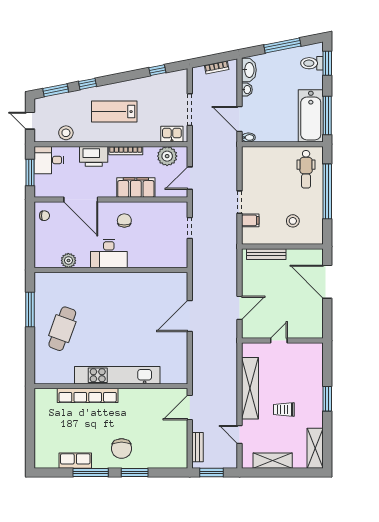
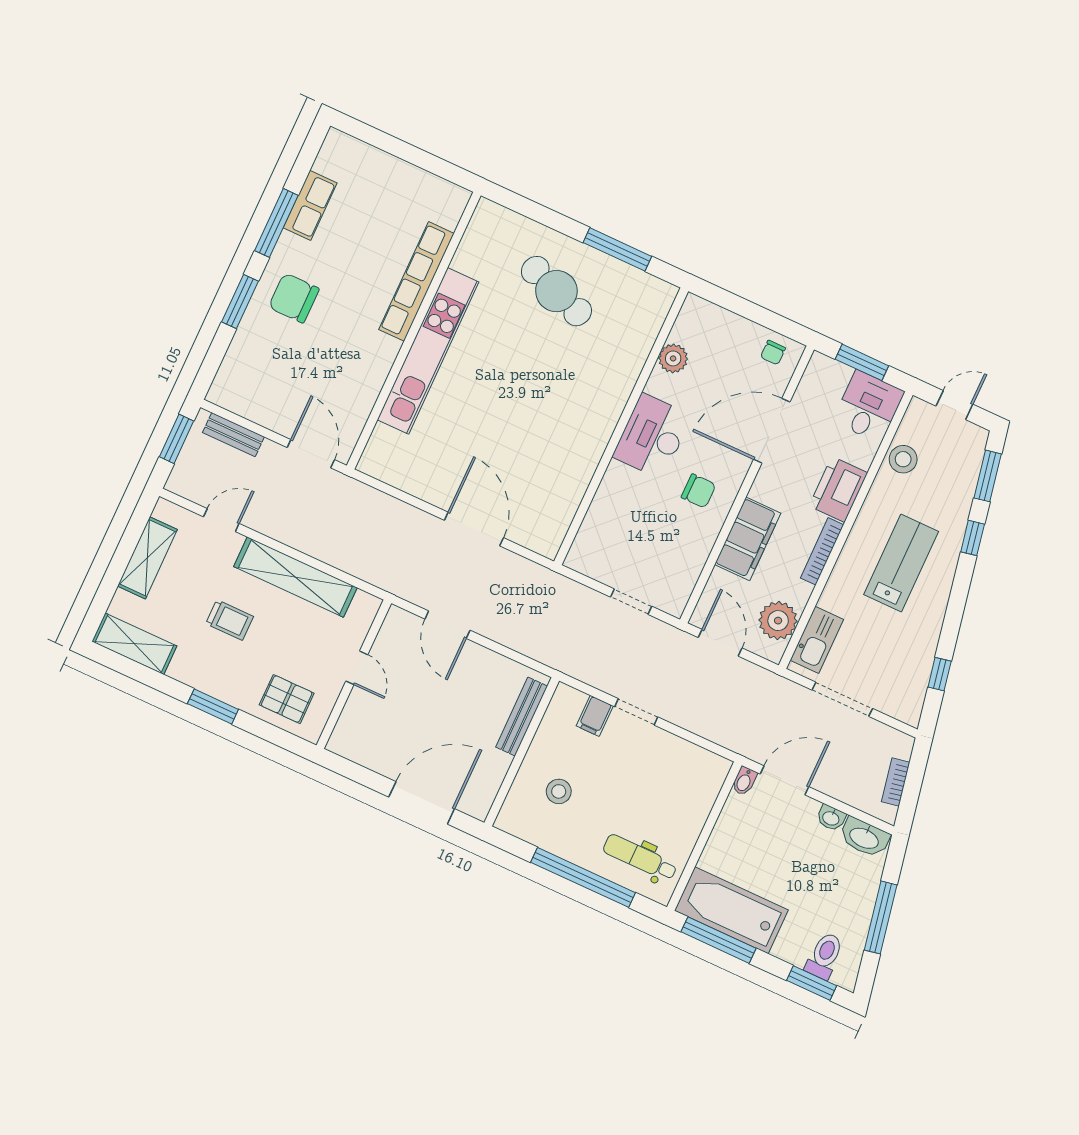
kitchen sink: (172, 134) -> (817, 640), width x1.38
pallet: (308, 366) -> (287, 699), added
trolley: (284, 409) -> (230, 620), turned 90

